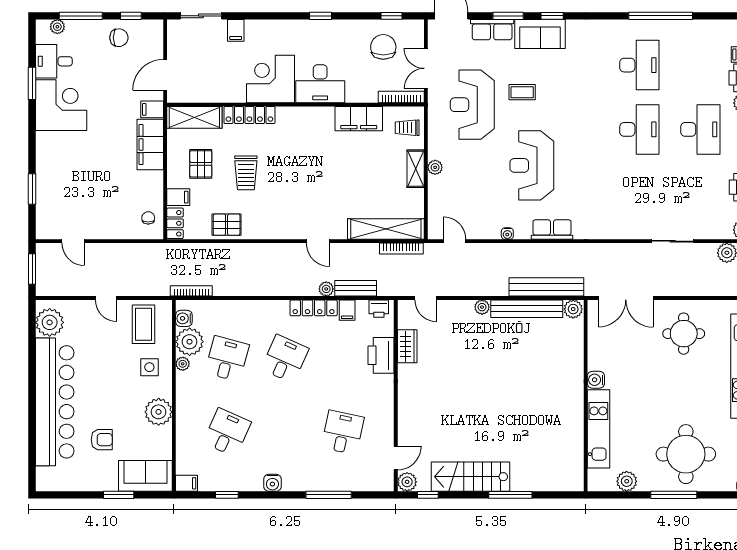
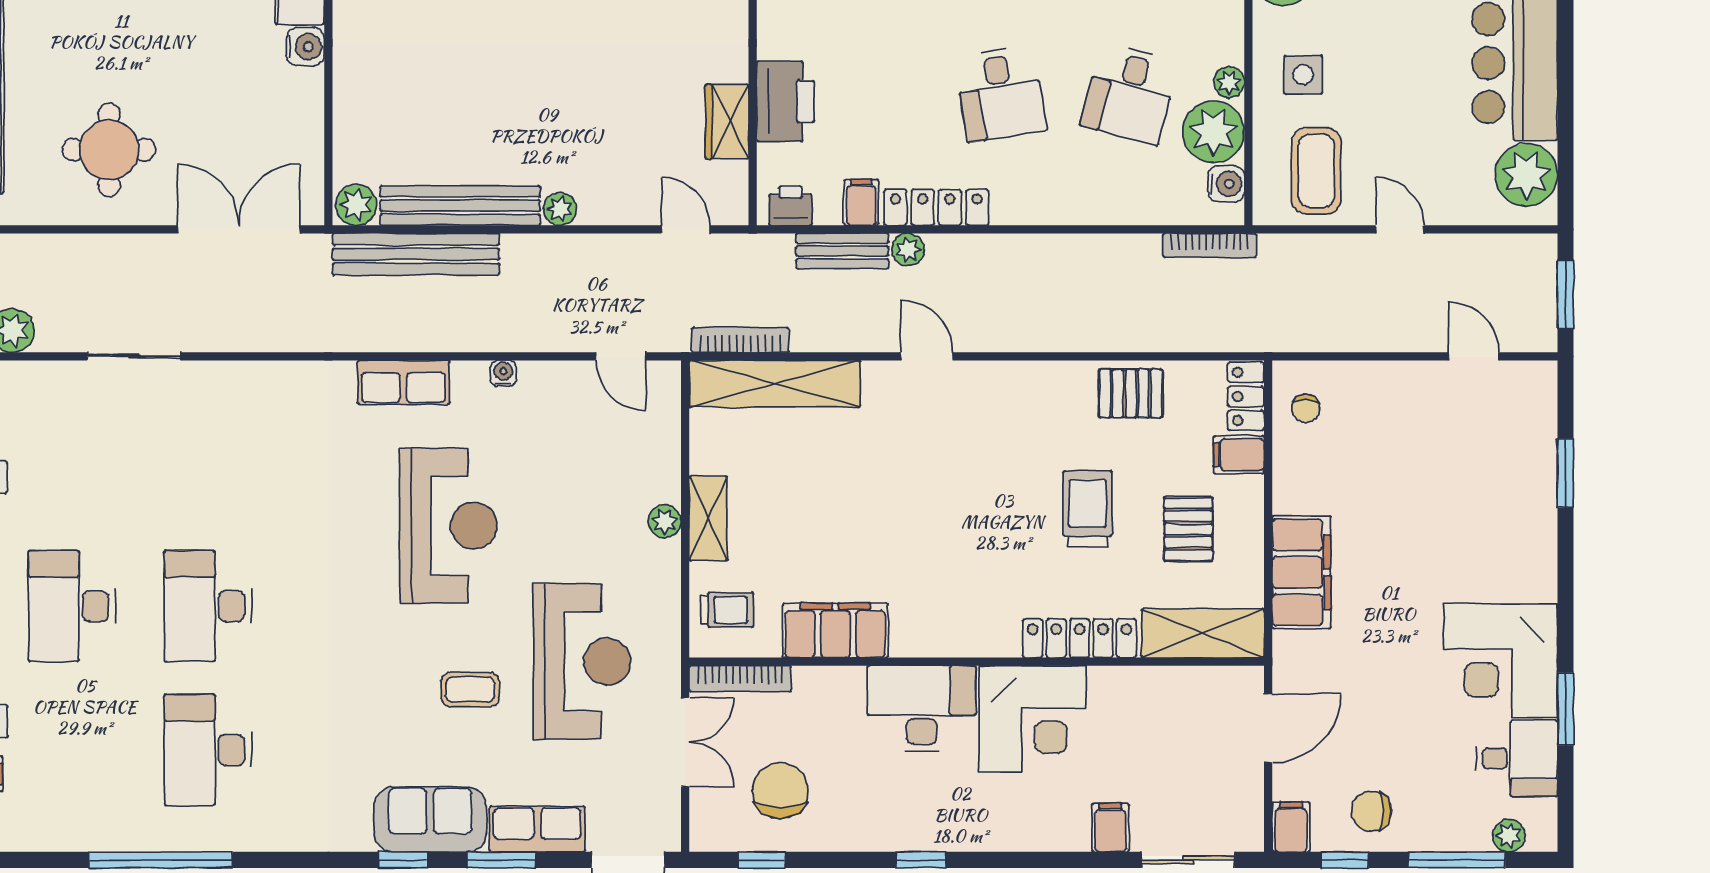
chair: (383, 47) -> (780, 791), turned 180
filing cabinet: (152, 109) -> (1291, 827), moved, turned -90
desk: (285, 359) -> (1000, 94), turned -33

